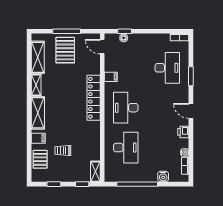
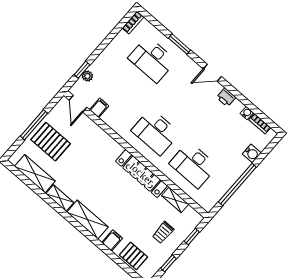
door: (102, 47) -> (78, 104), hinge flipped
desk: (167, 68) -> (152, 59), turned 180
filing cabinet: (111, 77) -> (99, 108), moved
locker: (94, 98) -> (142, 174), moved
desk: (126, 148) -> (193, 165), turned 180
trolley: (63, 151) -> (163, 232), moved
shelving: (95, 172) -> (175, 200), moved

